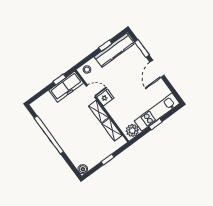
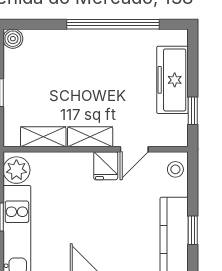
freezer: (66, 87) -> (172, 80), moved

